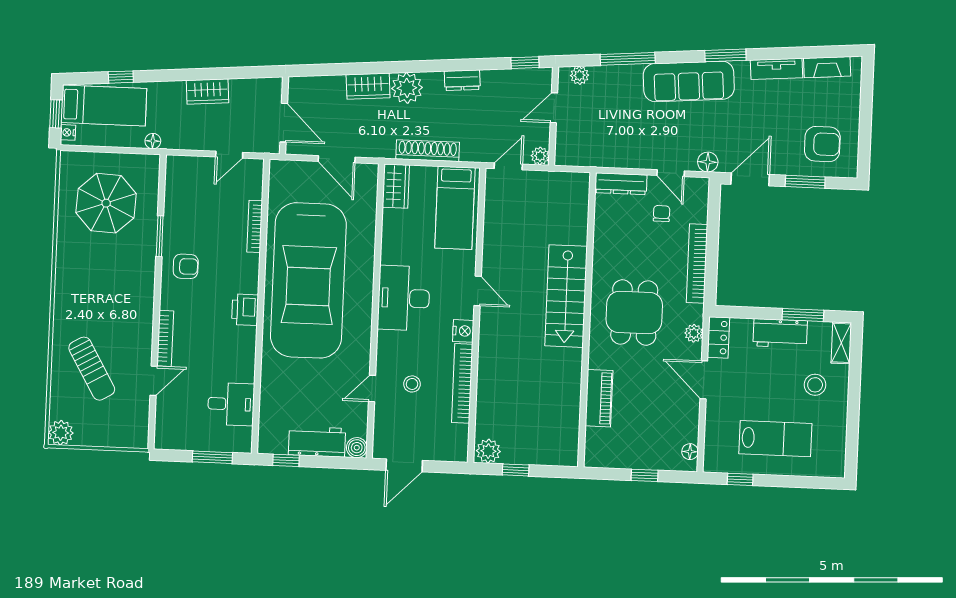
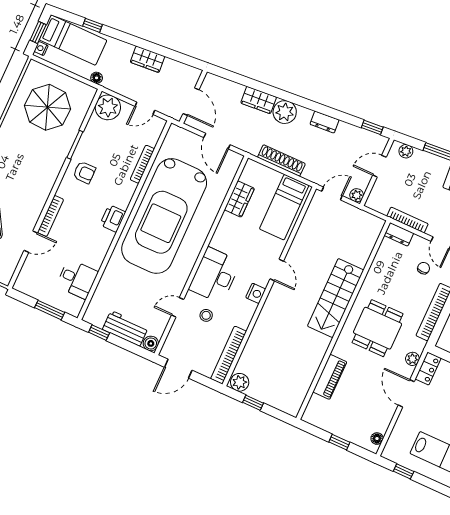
bookcase: (617, 161) -> (407, 220), added
plant: (182, 172) -> (108, 107), added
dresser: (621, 184) -> (399, 234), width x0.70
wardrobe: (396, 186) -> (239, 199), moved
desk: (404, 298) -> (215, 275), moved
bookcase: (462, 383) -> (229, 355), moved

